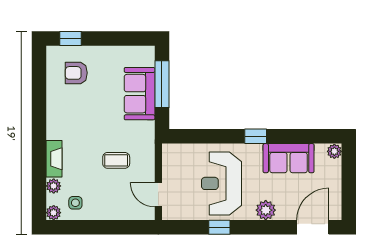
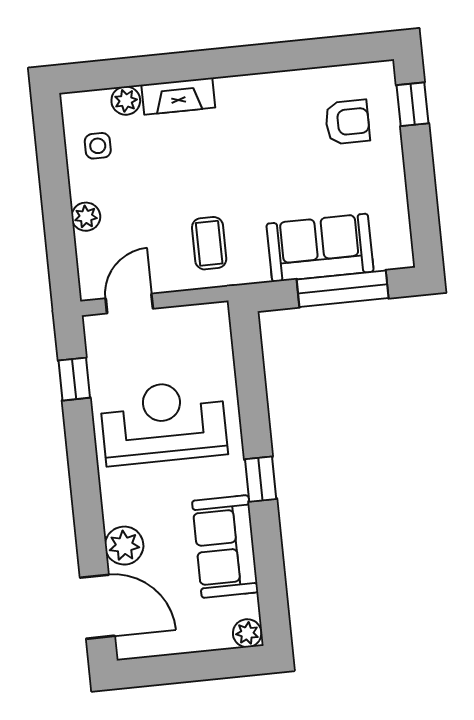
armchair: (76, 73) -> (347, 122), turned 90
coffee table: (116, 160) -> (209, 243), moved
plant: (266, 210) -> (124, 546), moved
plant: (54, 213) -> (86, 217), moved
window: (219, 227) -> (74, 379), moved

